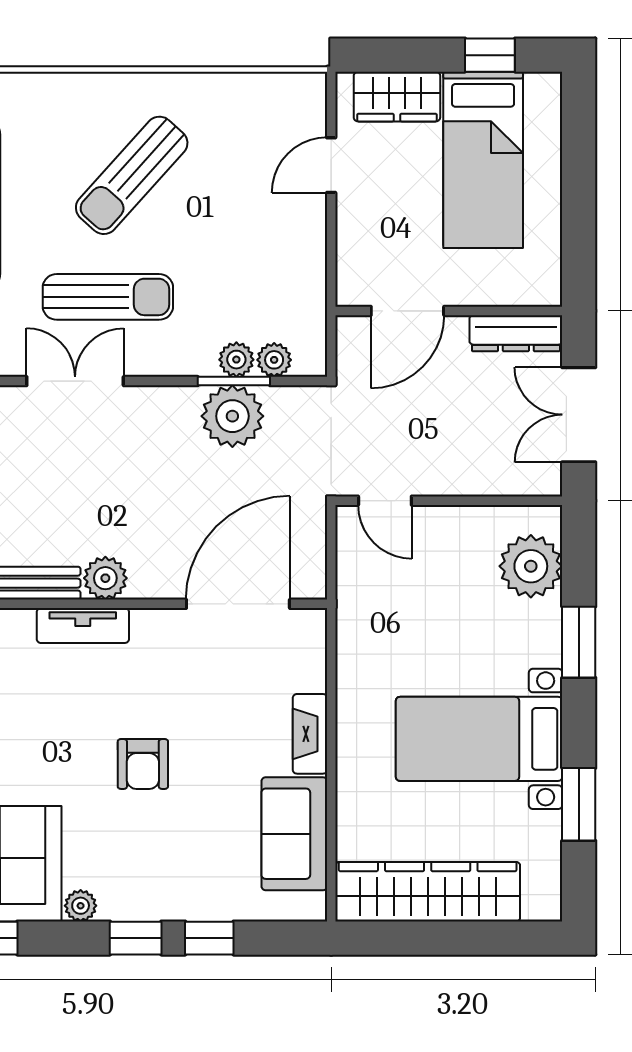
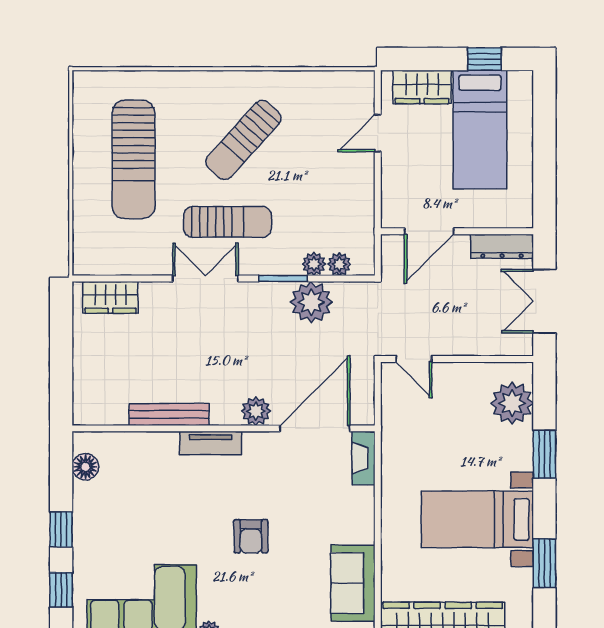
window: (234, 381) -> (283, 278), moved
plant: (105, 578) -> (256, 411), moved
fireplace: (310, 734) -> (363, 458), moved

